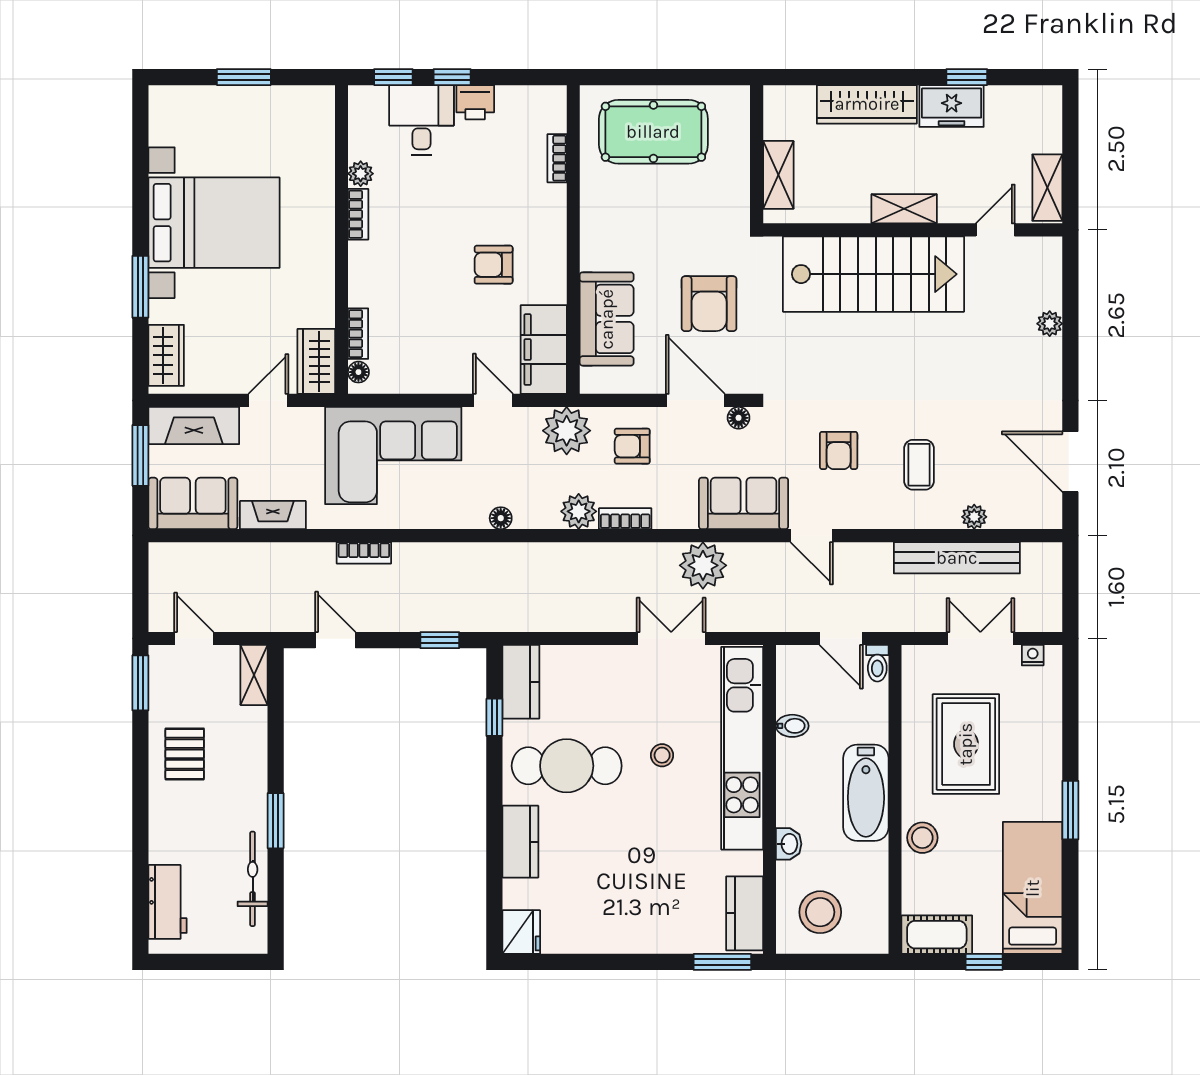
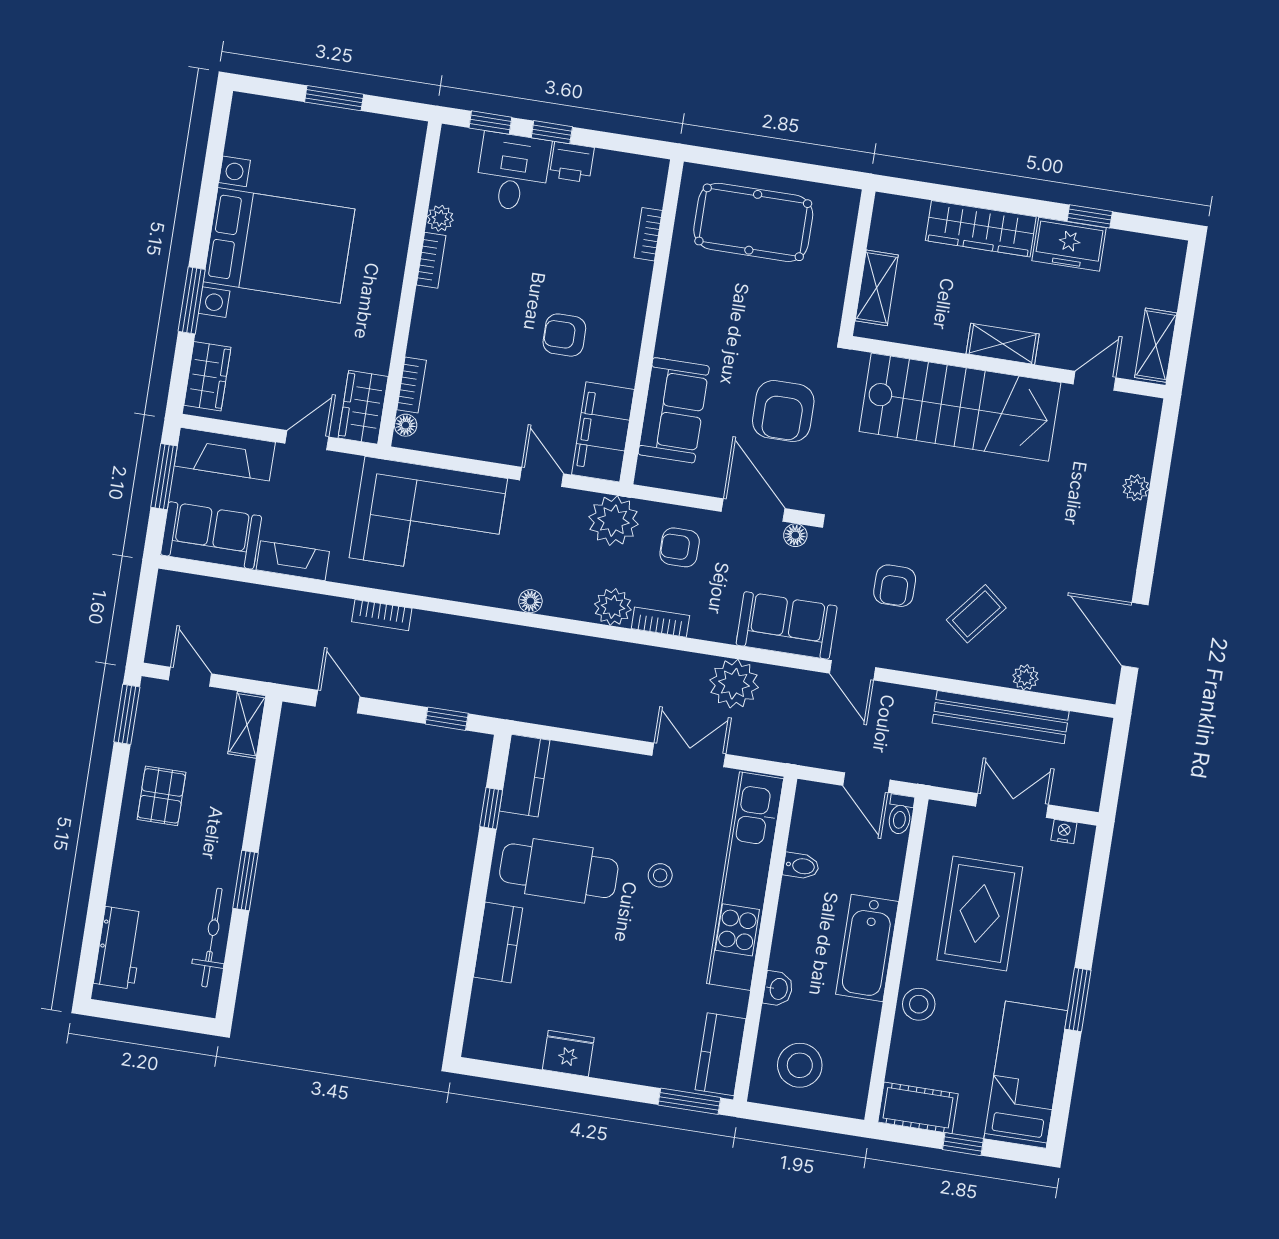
coffee table: (919, 465) -> (976, 614), turned 39
fridge: (521, 932) -> (568, 1054), moved, turned -90

